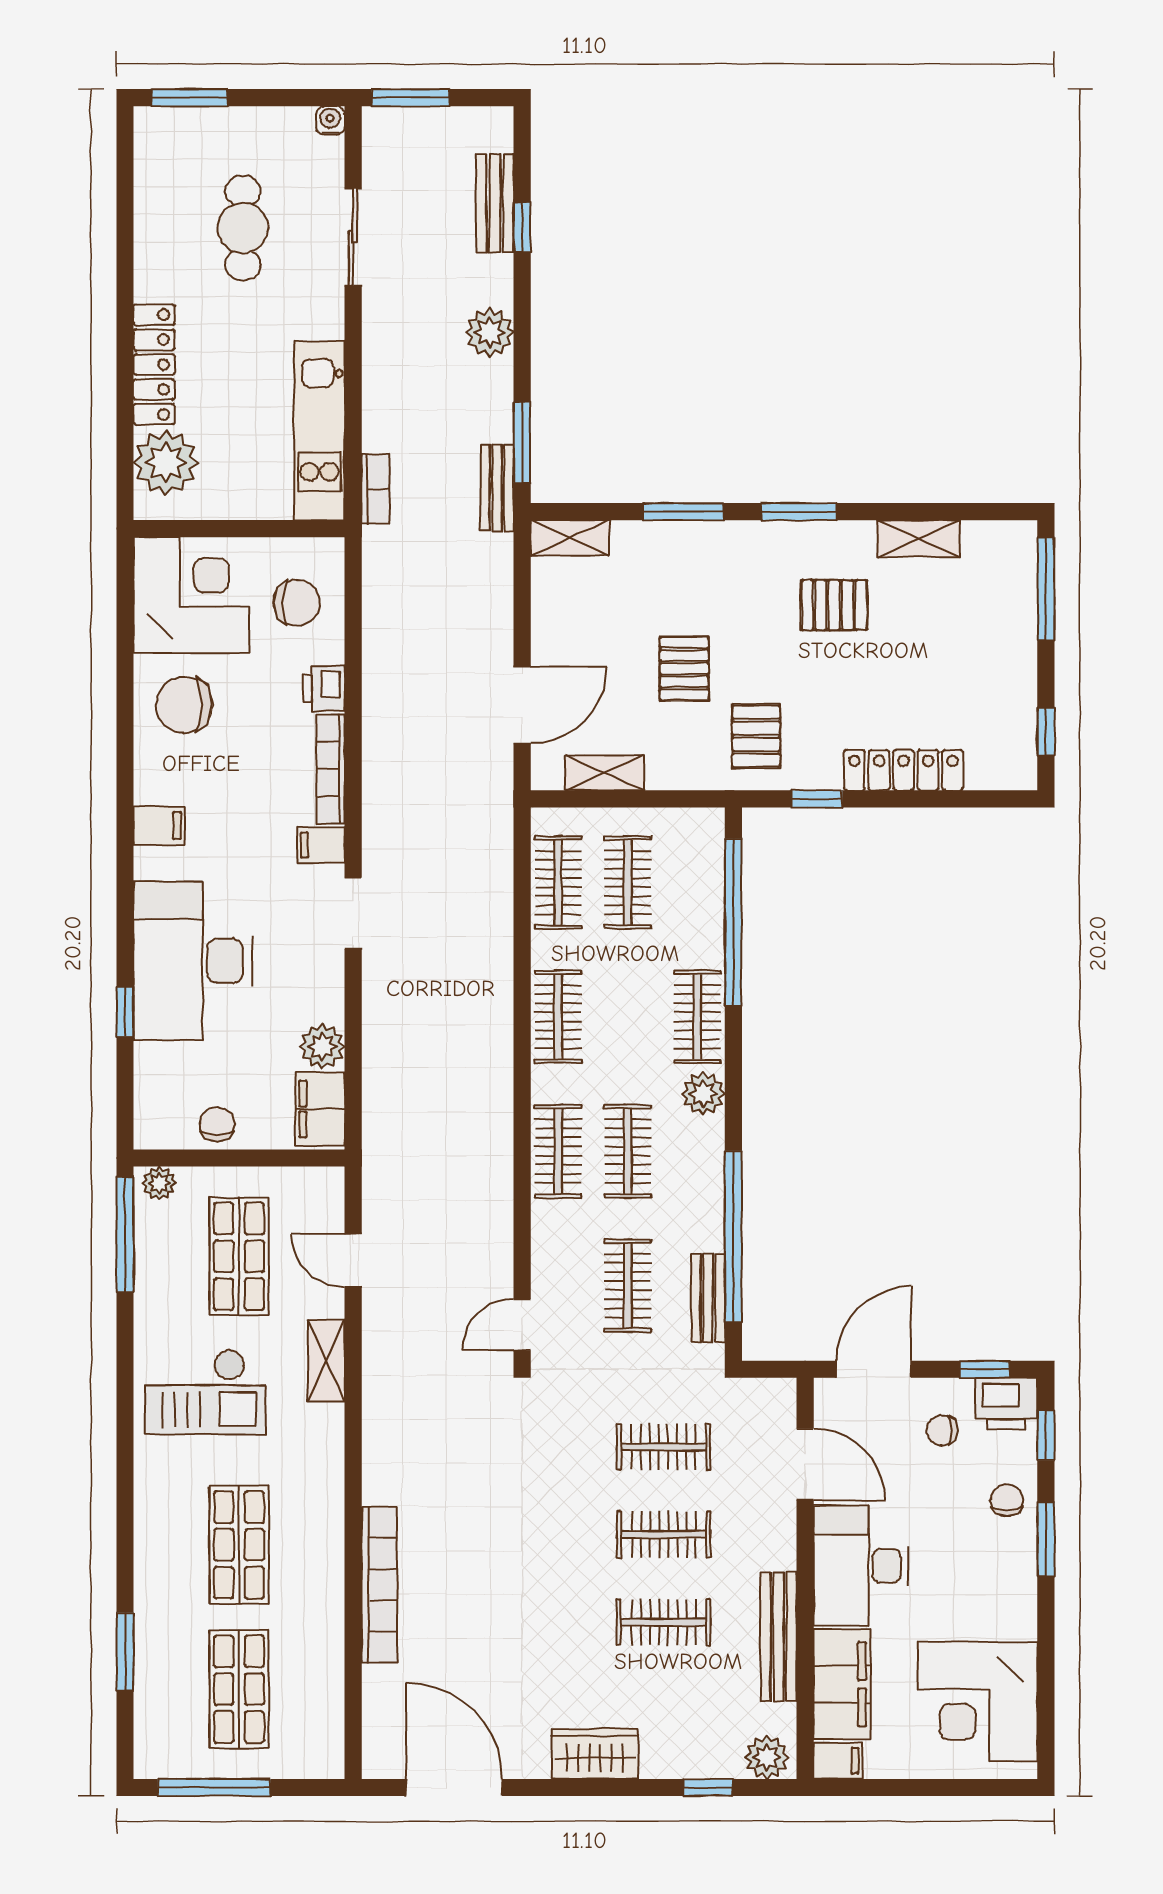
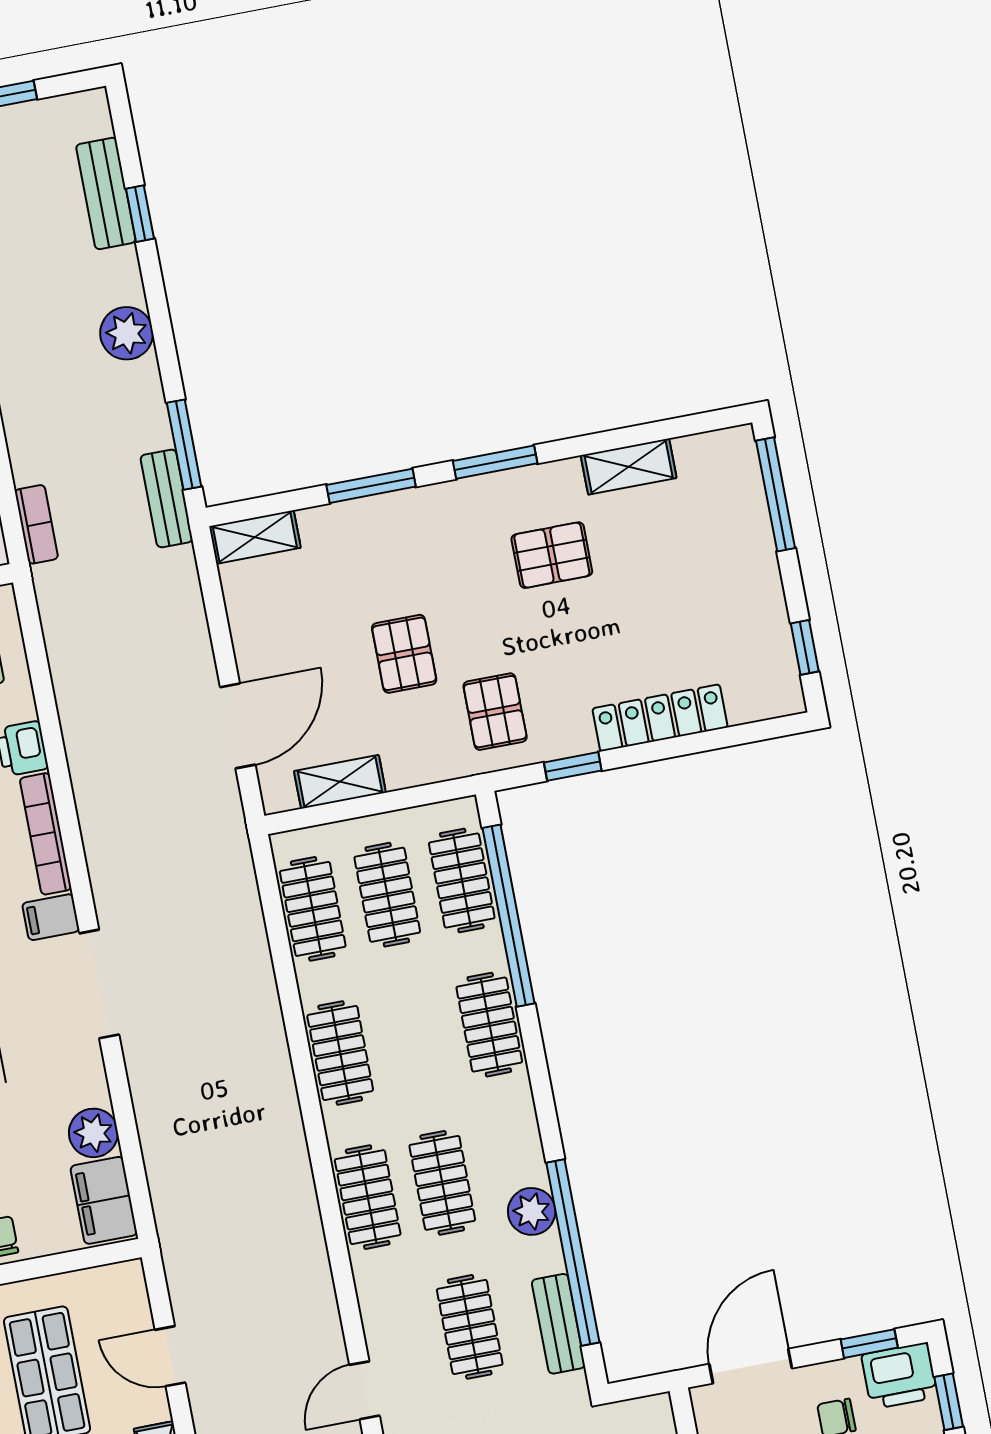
clothes rail: (697, 883) -> (462, 880), added
doorway: (353, 913) -> (99, 984), width x1.38
plant: (703, 1094) -> (532, 1211), moved

